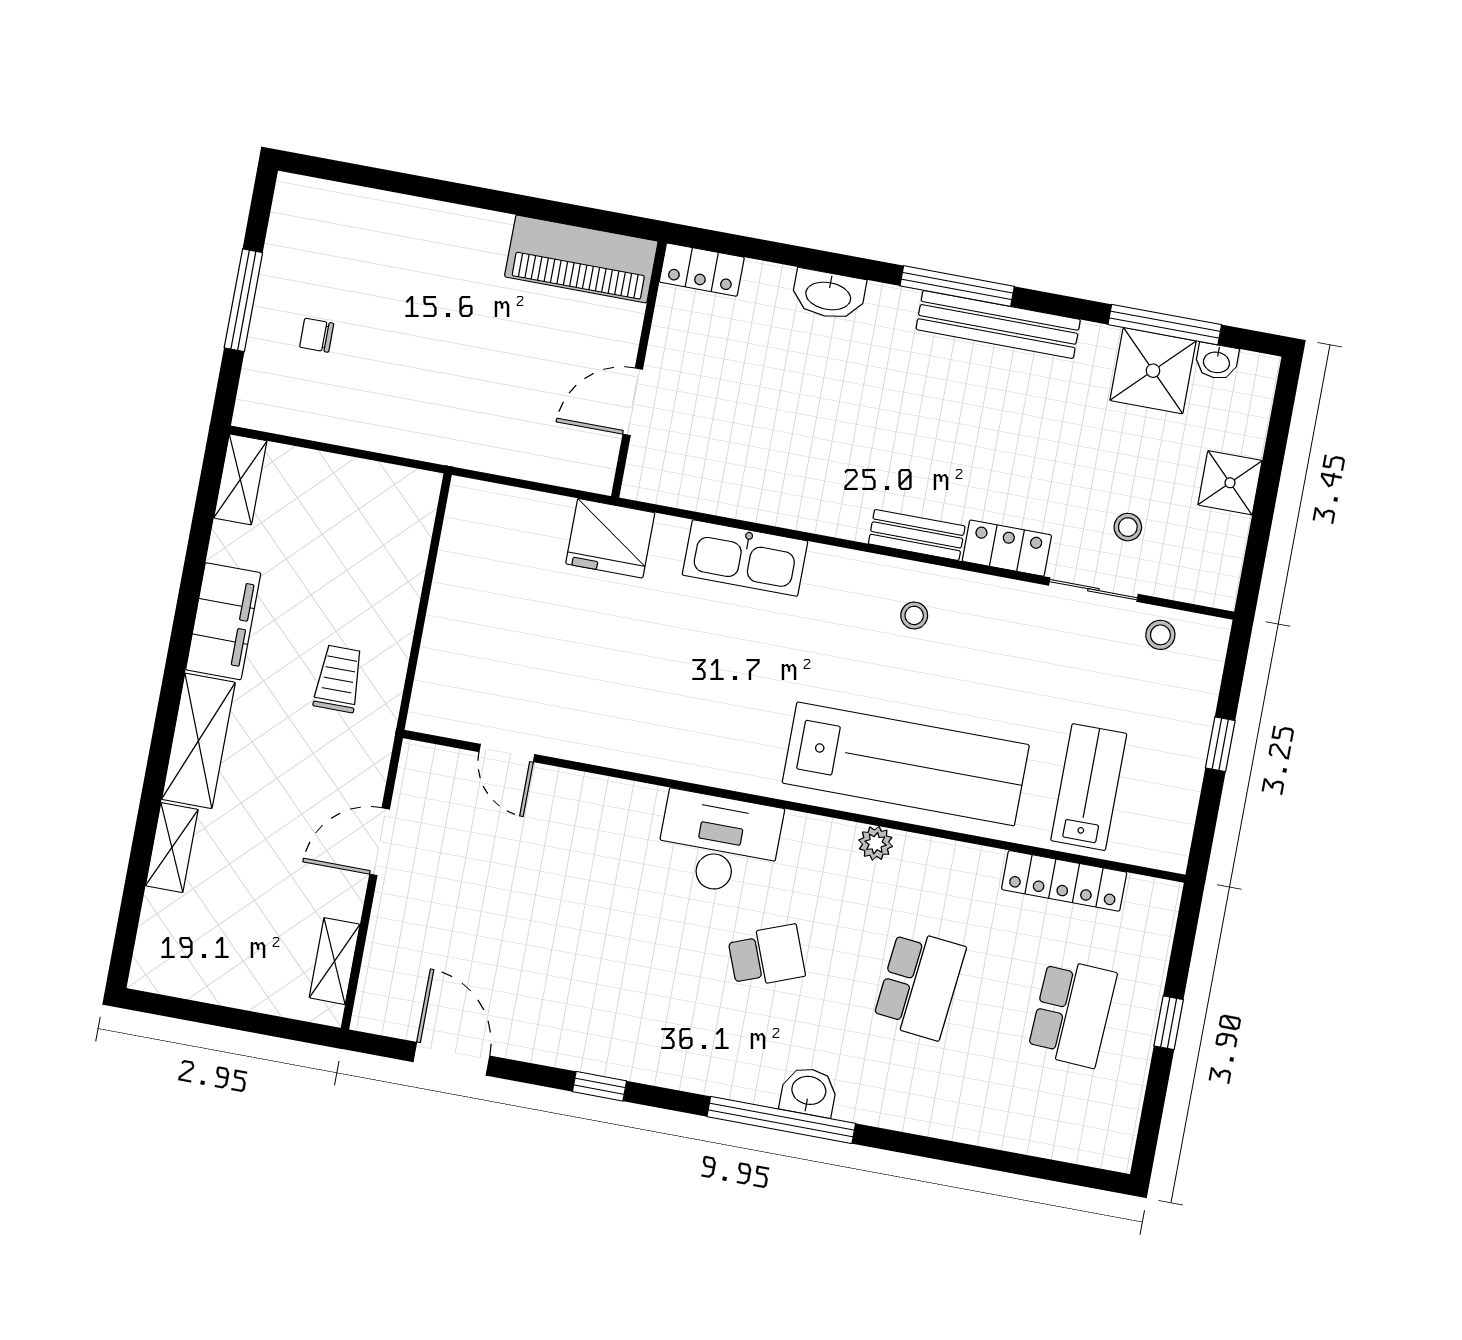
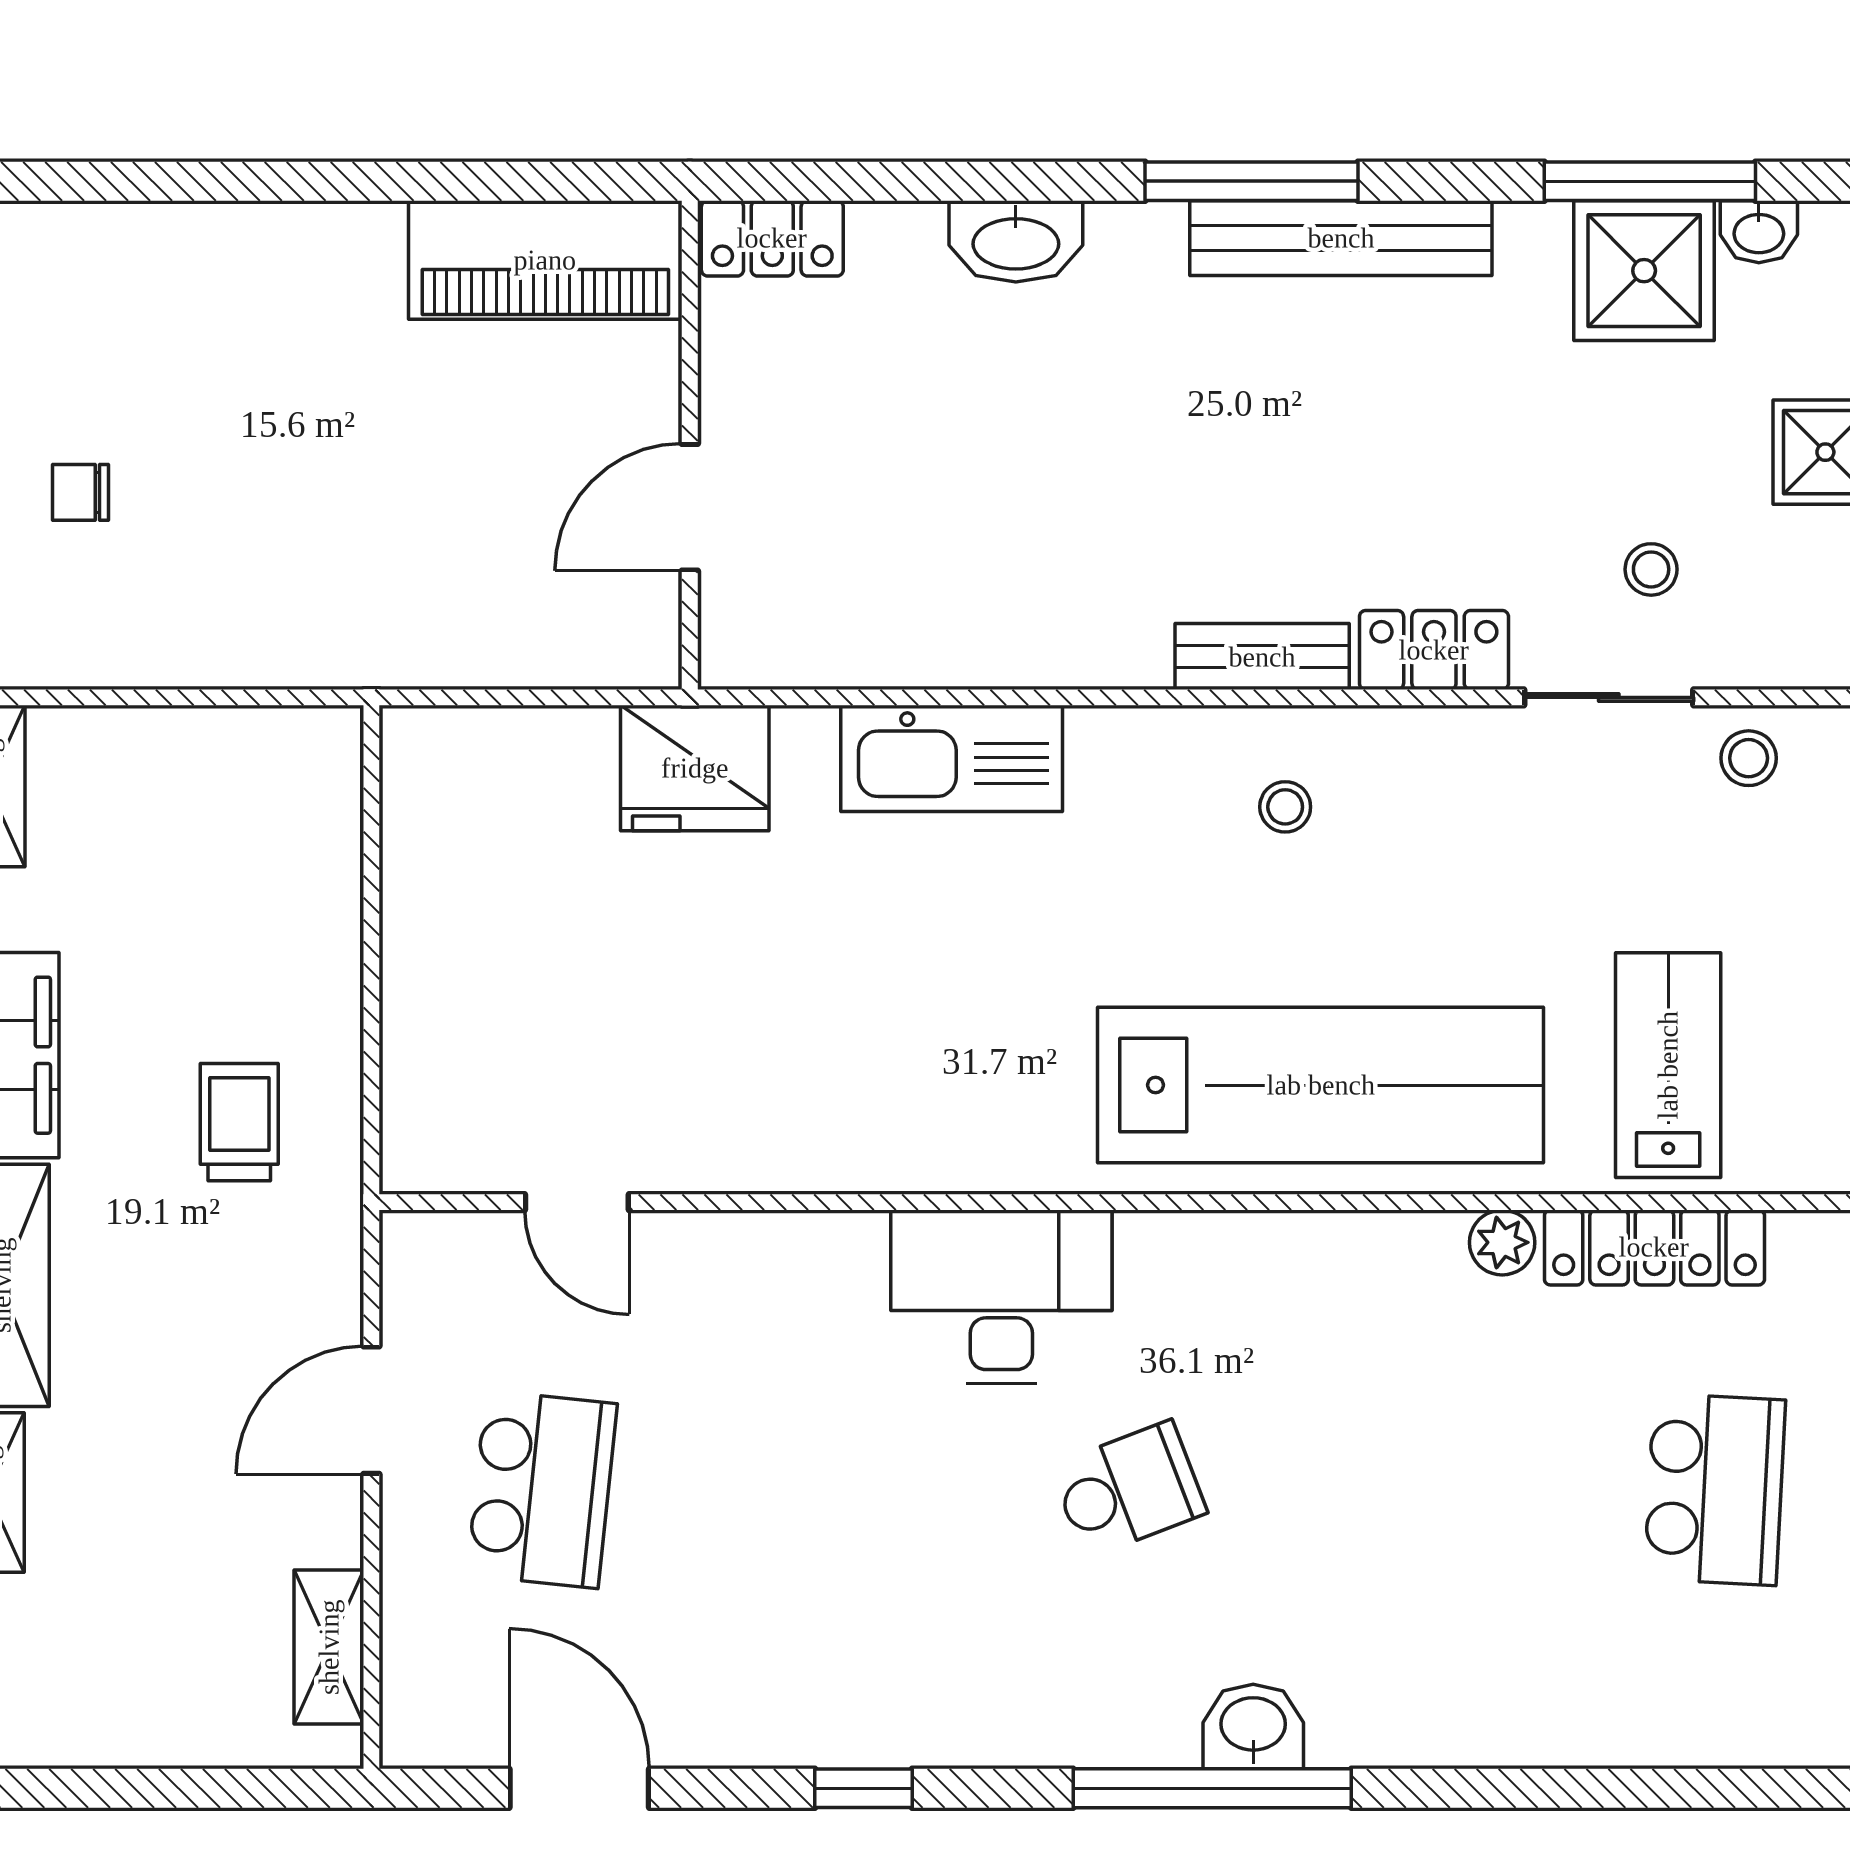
plant: (876, 843) -> (1502, 1242), moved
school desk: (919, 984) -> (542, 1489), moved

